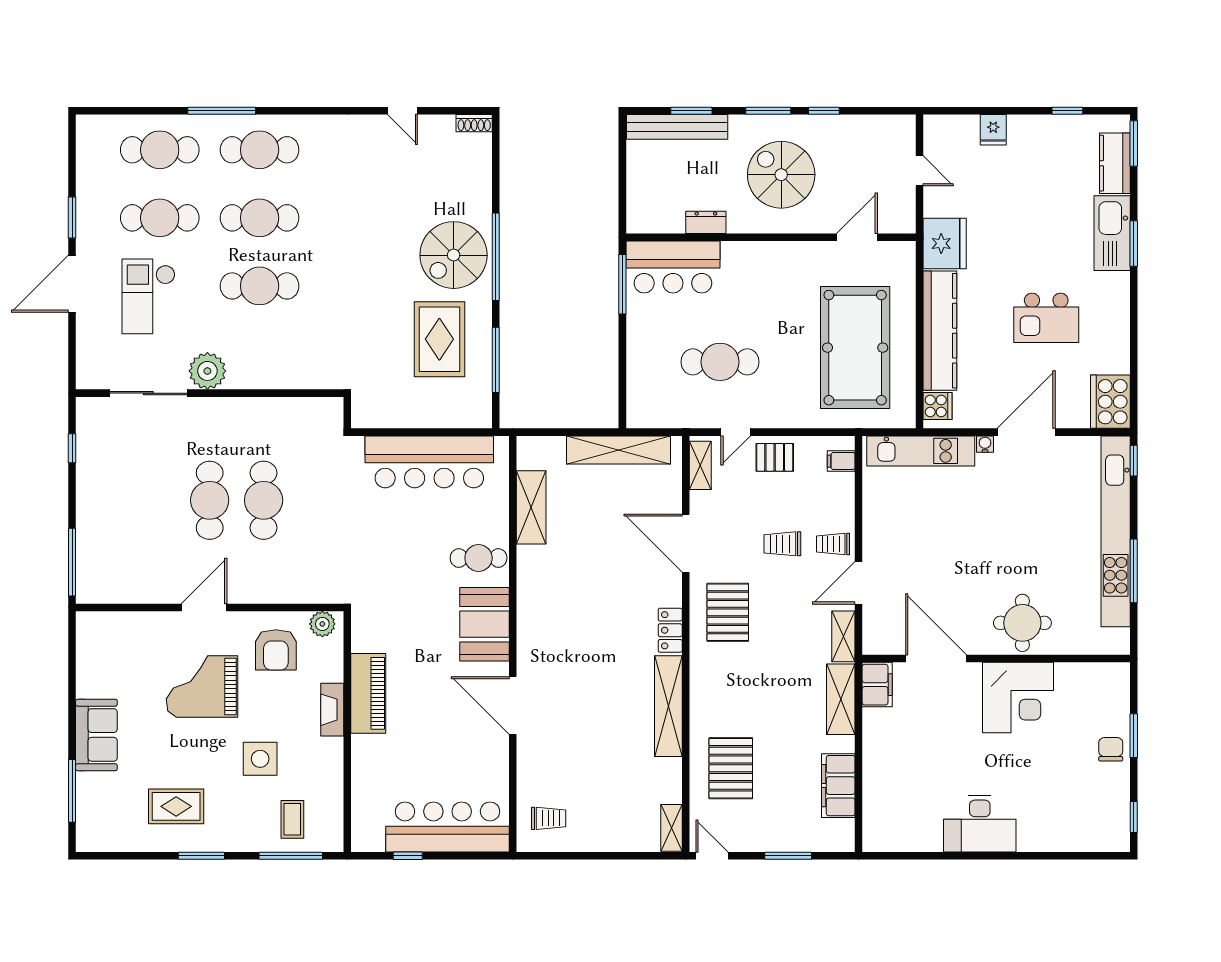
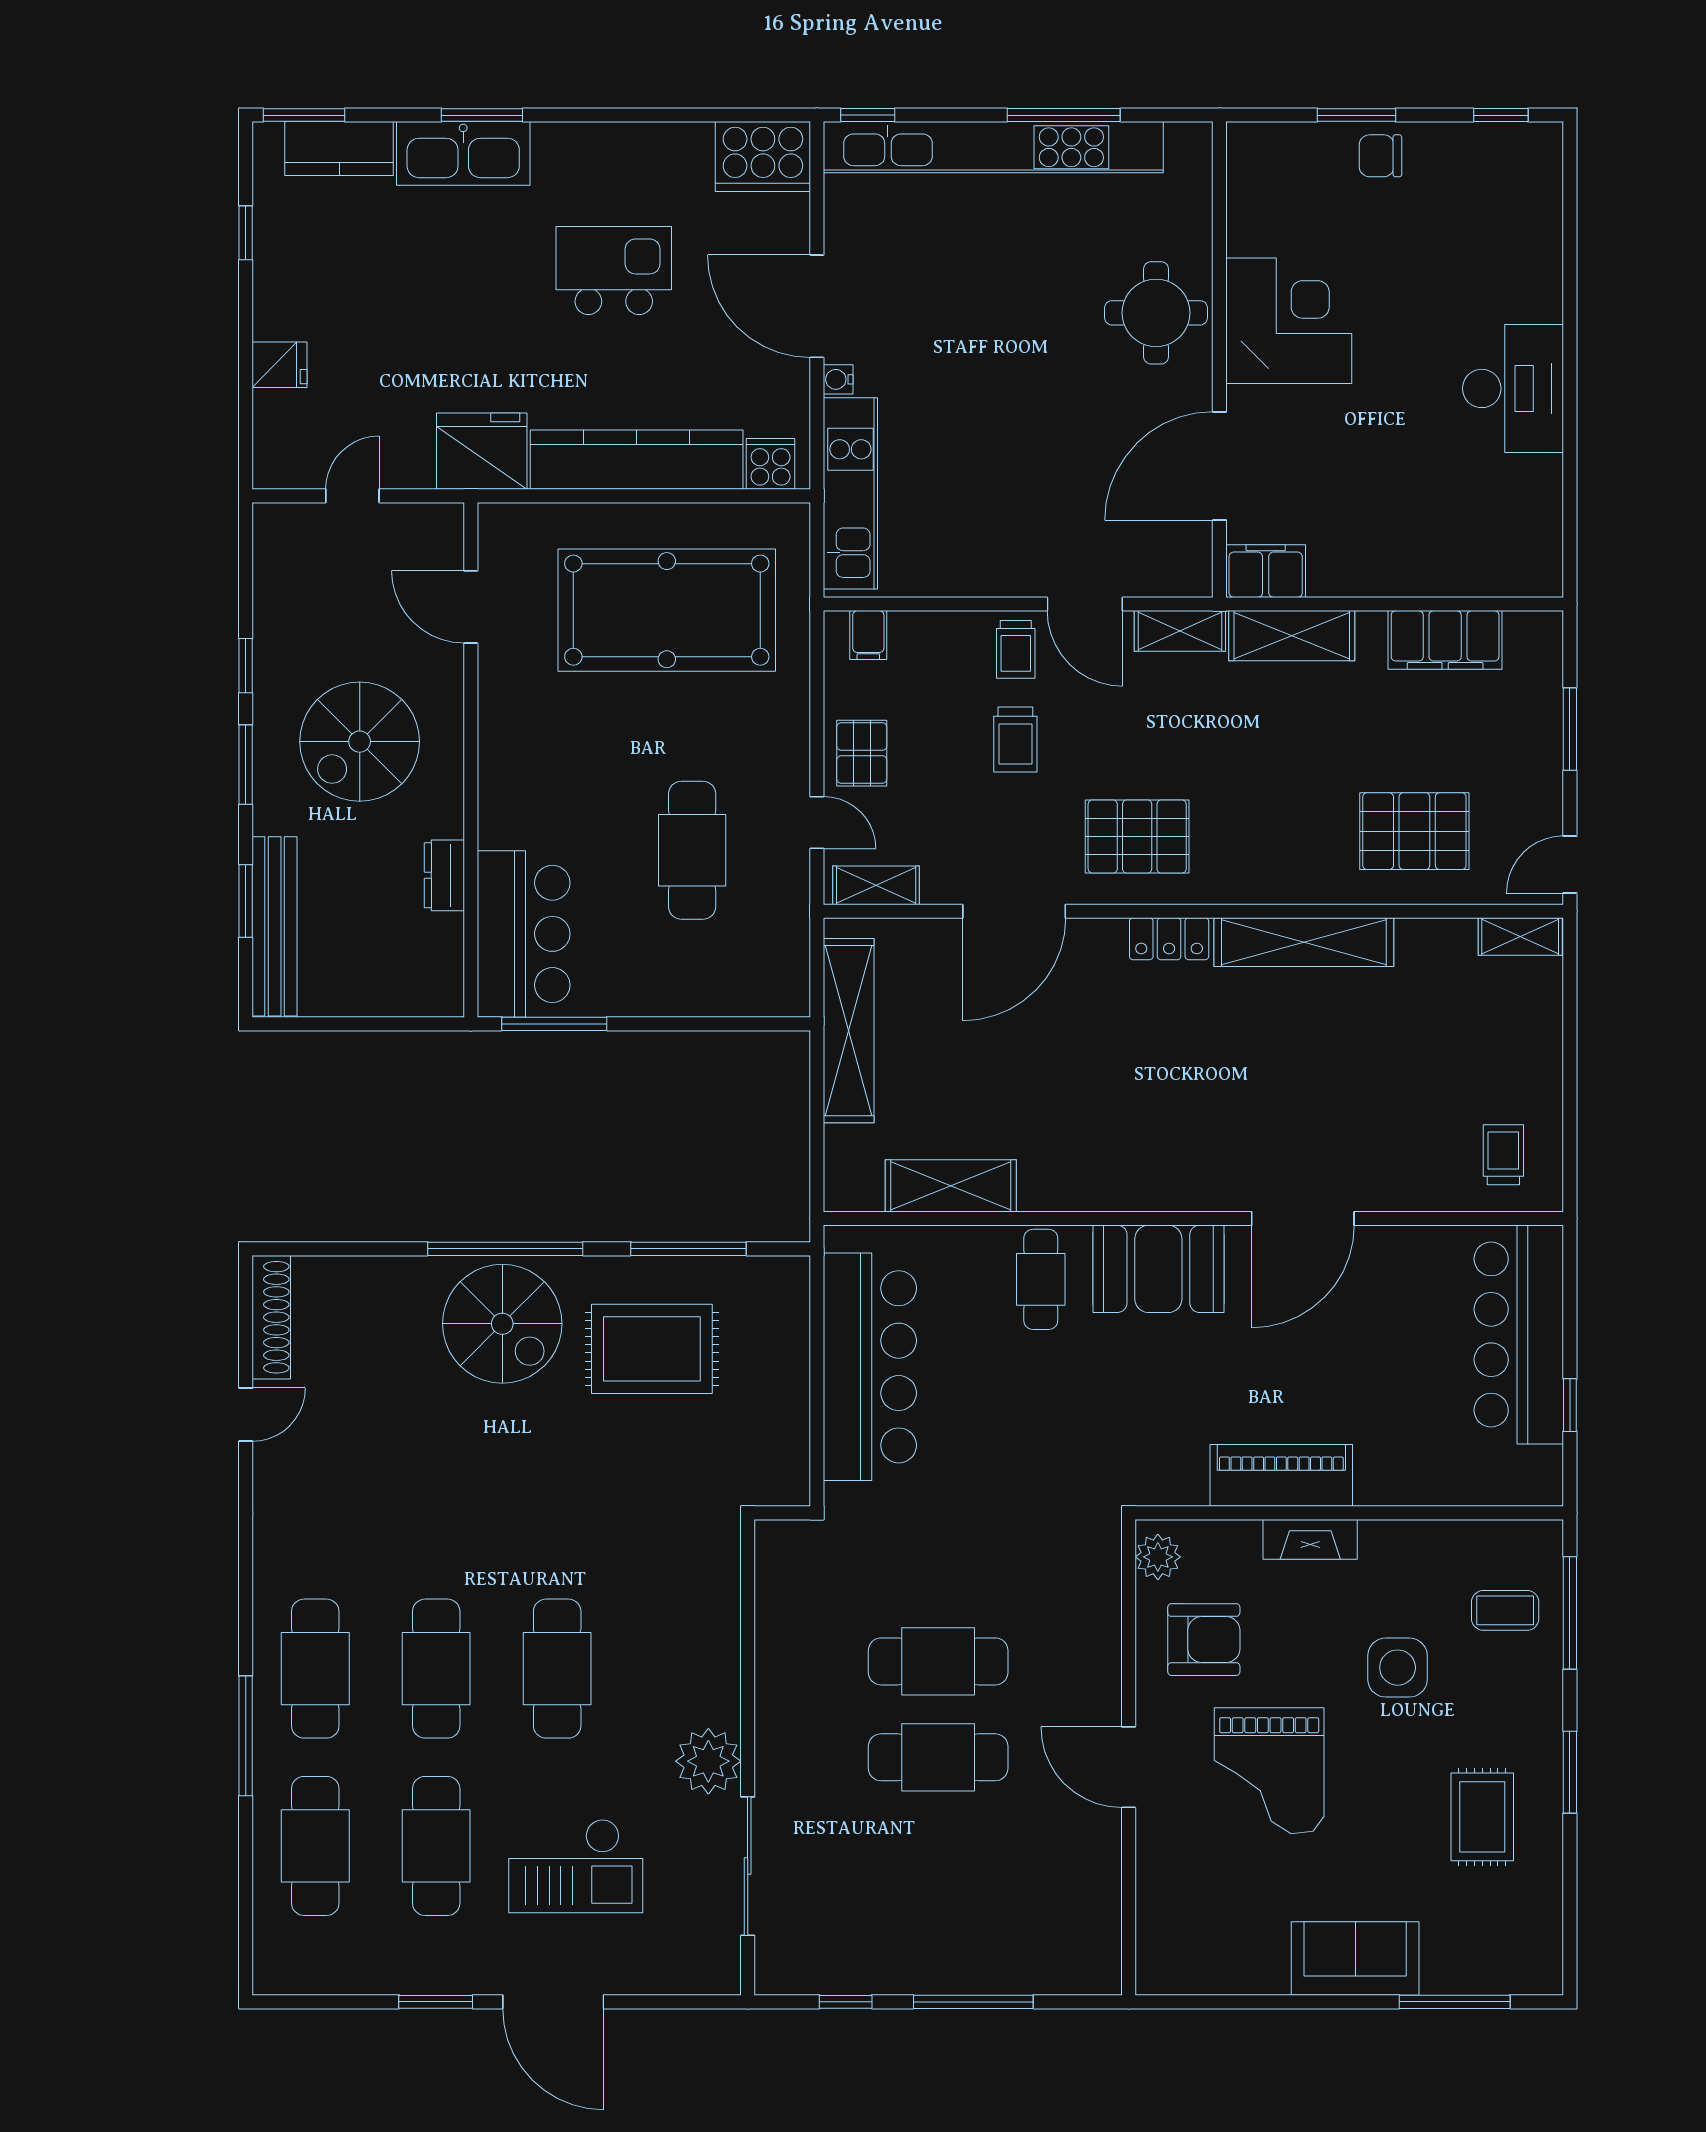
shoe rack: (474, 123) -> (271, 1317), width x1.94, depth x1.24
kitchen island: (1046, 318) -> (614, 271), turned -90
window: (72, 562) -> (973, 2002), moved

